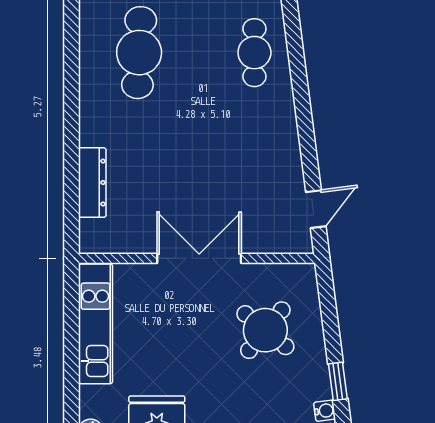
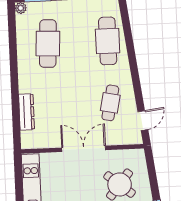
cafe table: (254, 53) -> (108, 41), width x1.37, depth x1.35
cafe table: (254, 172) -> (110, 103), added

